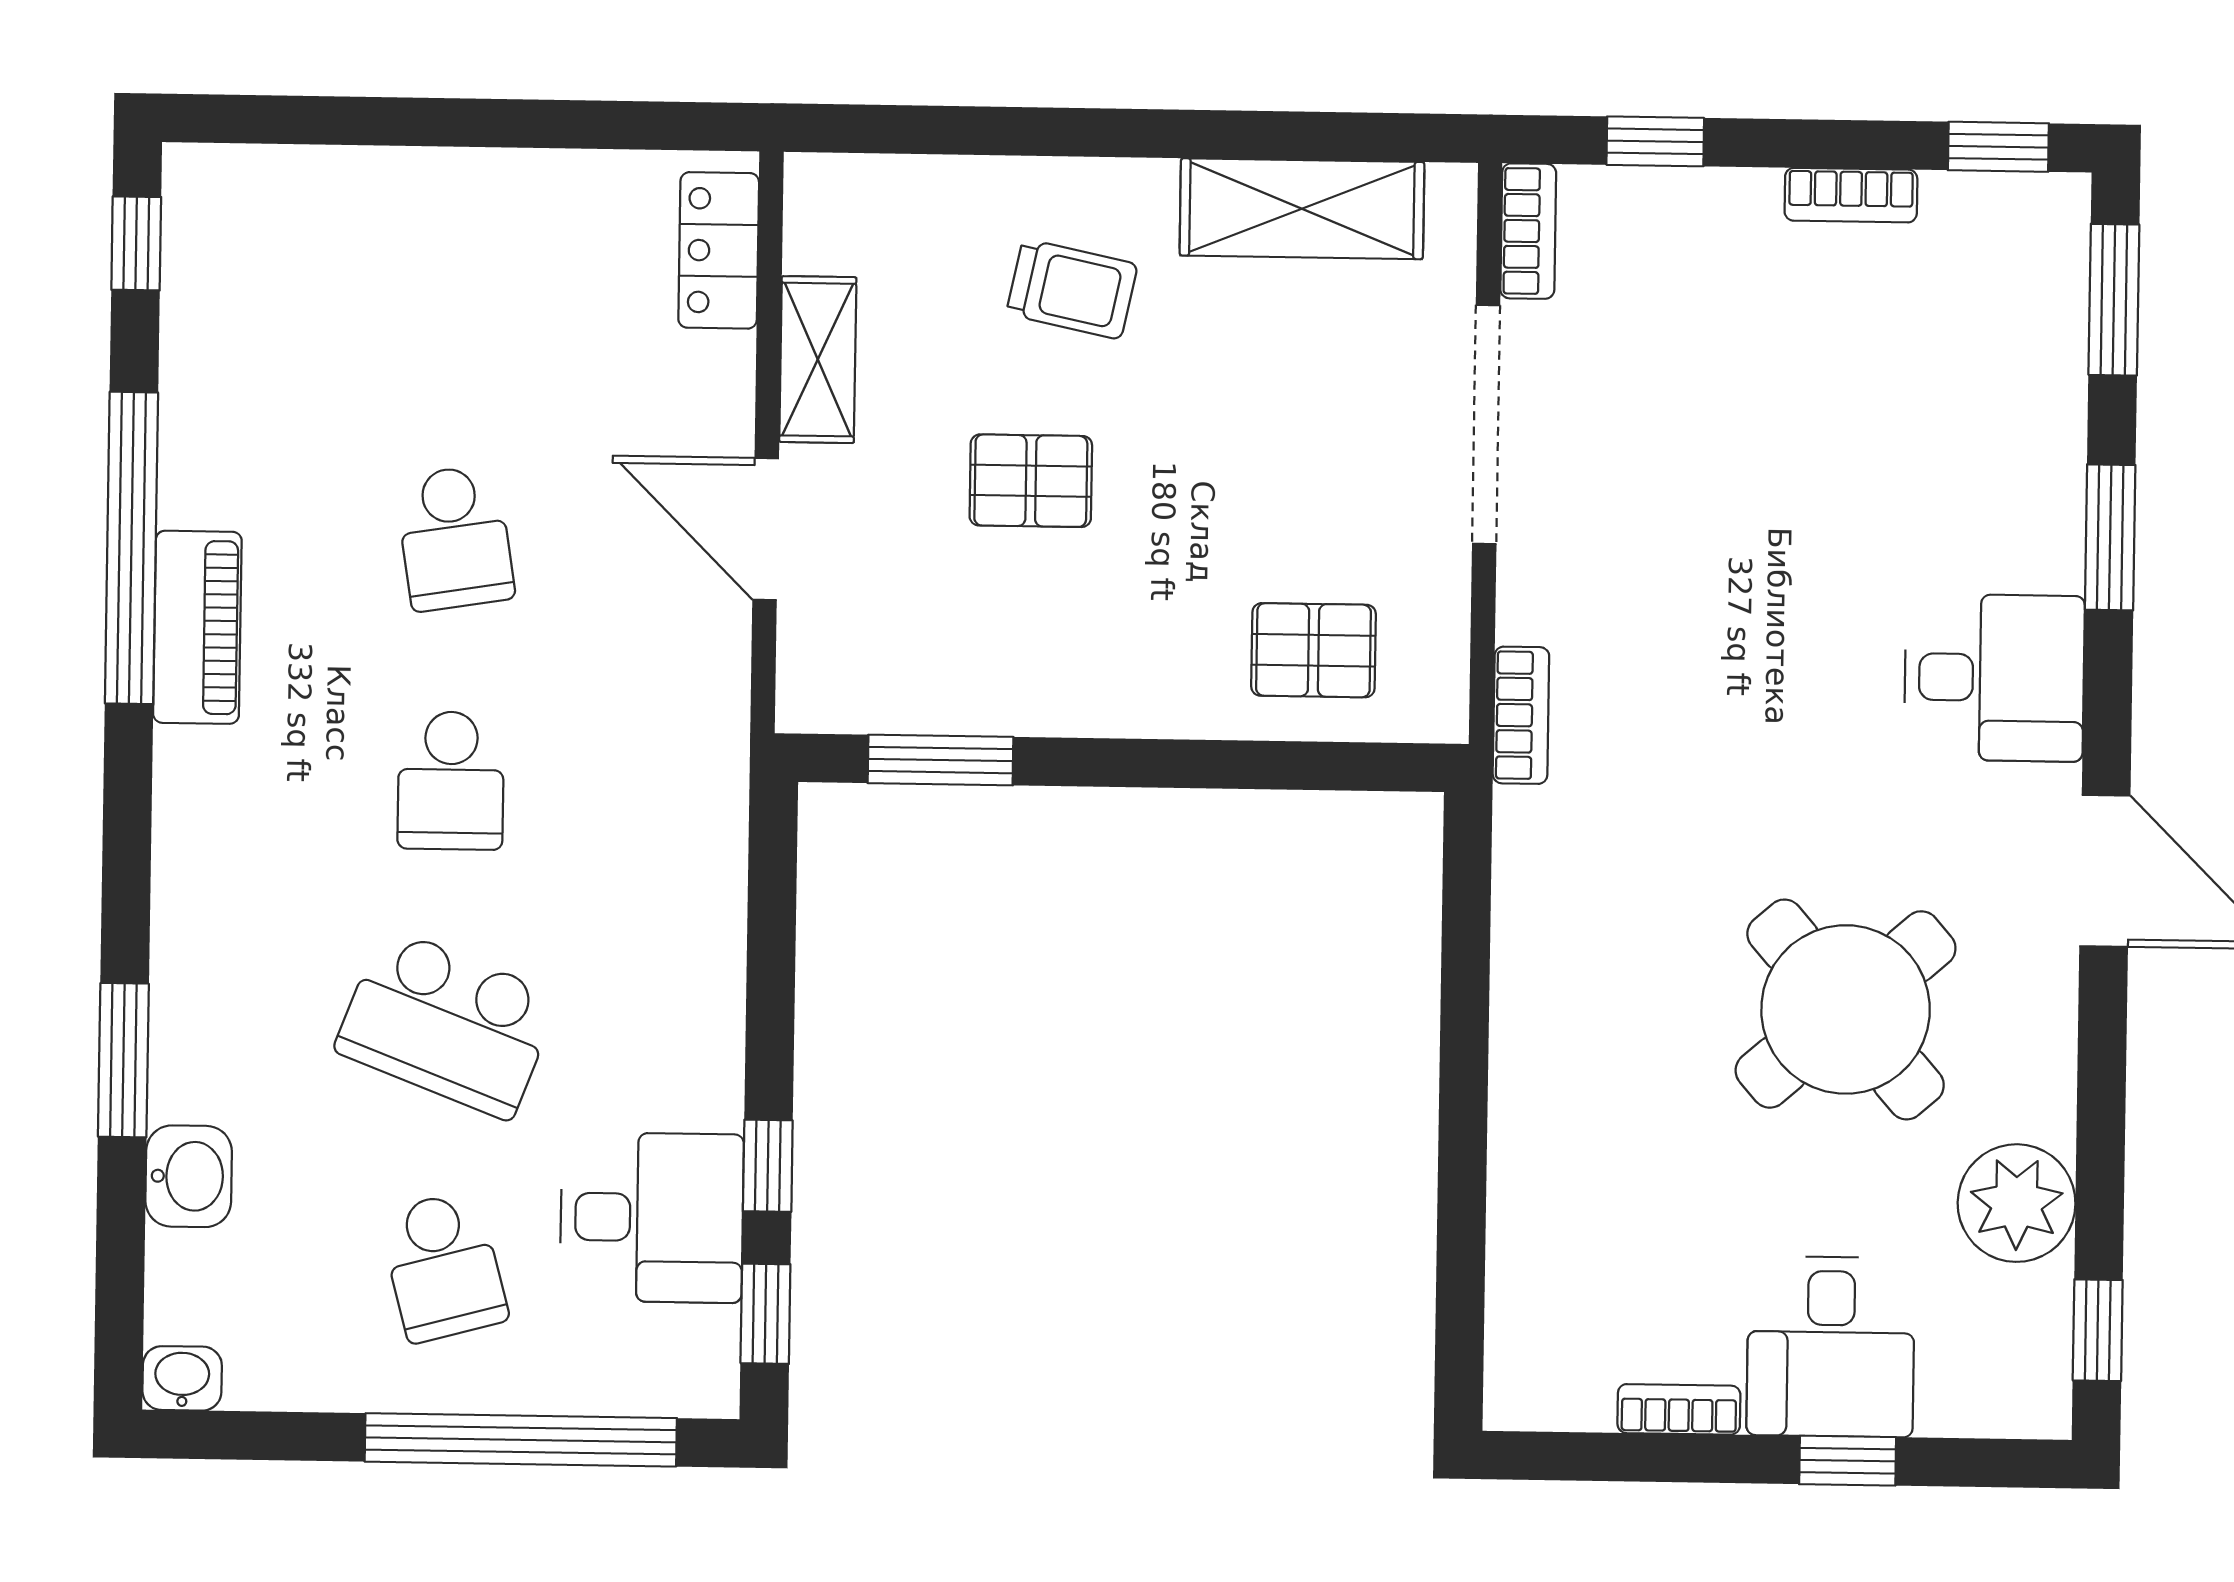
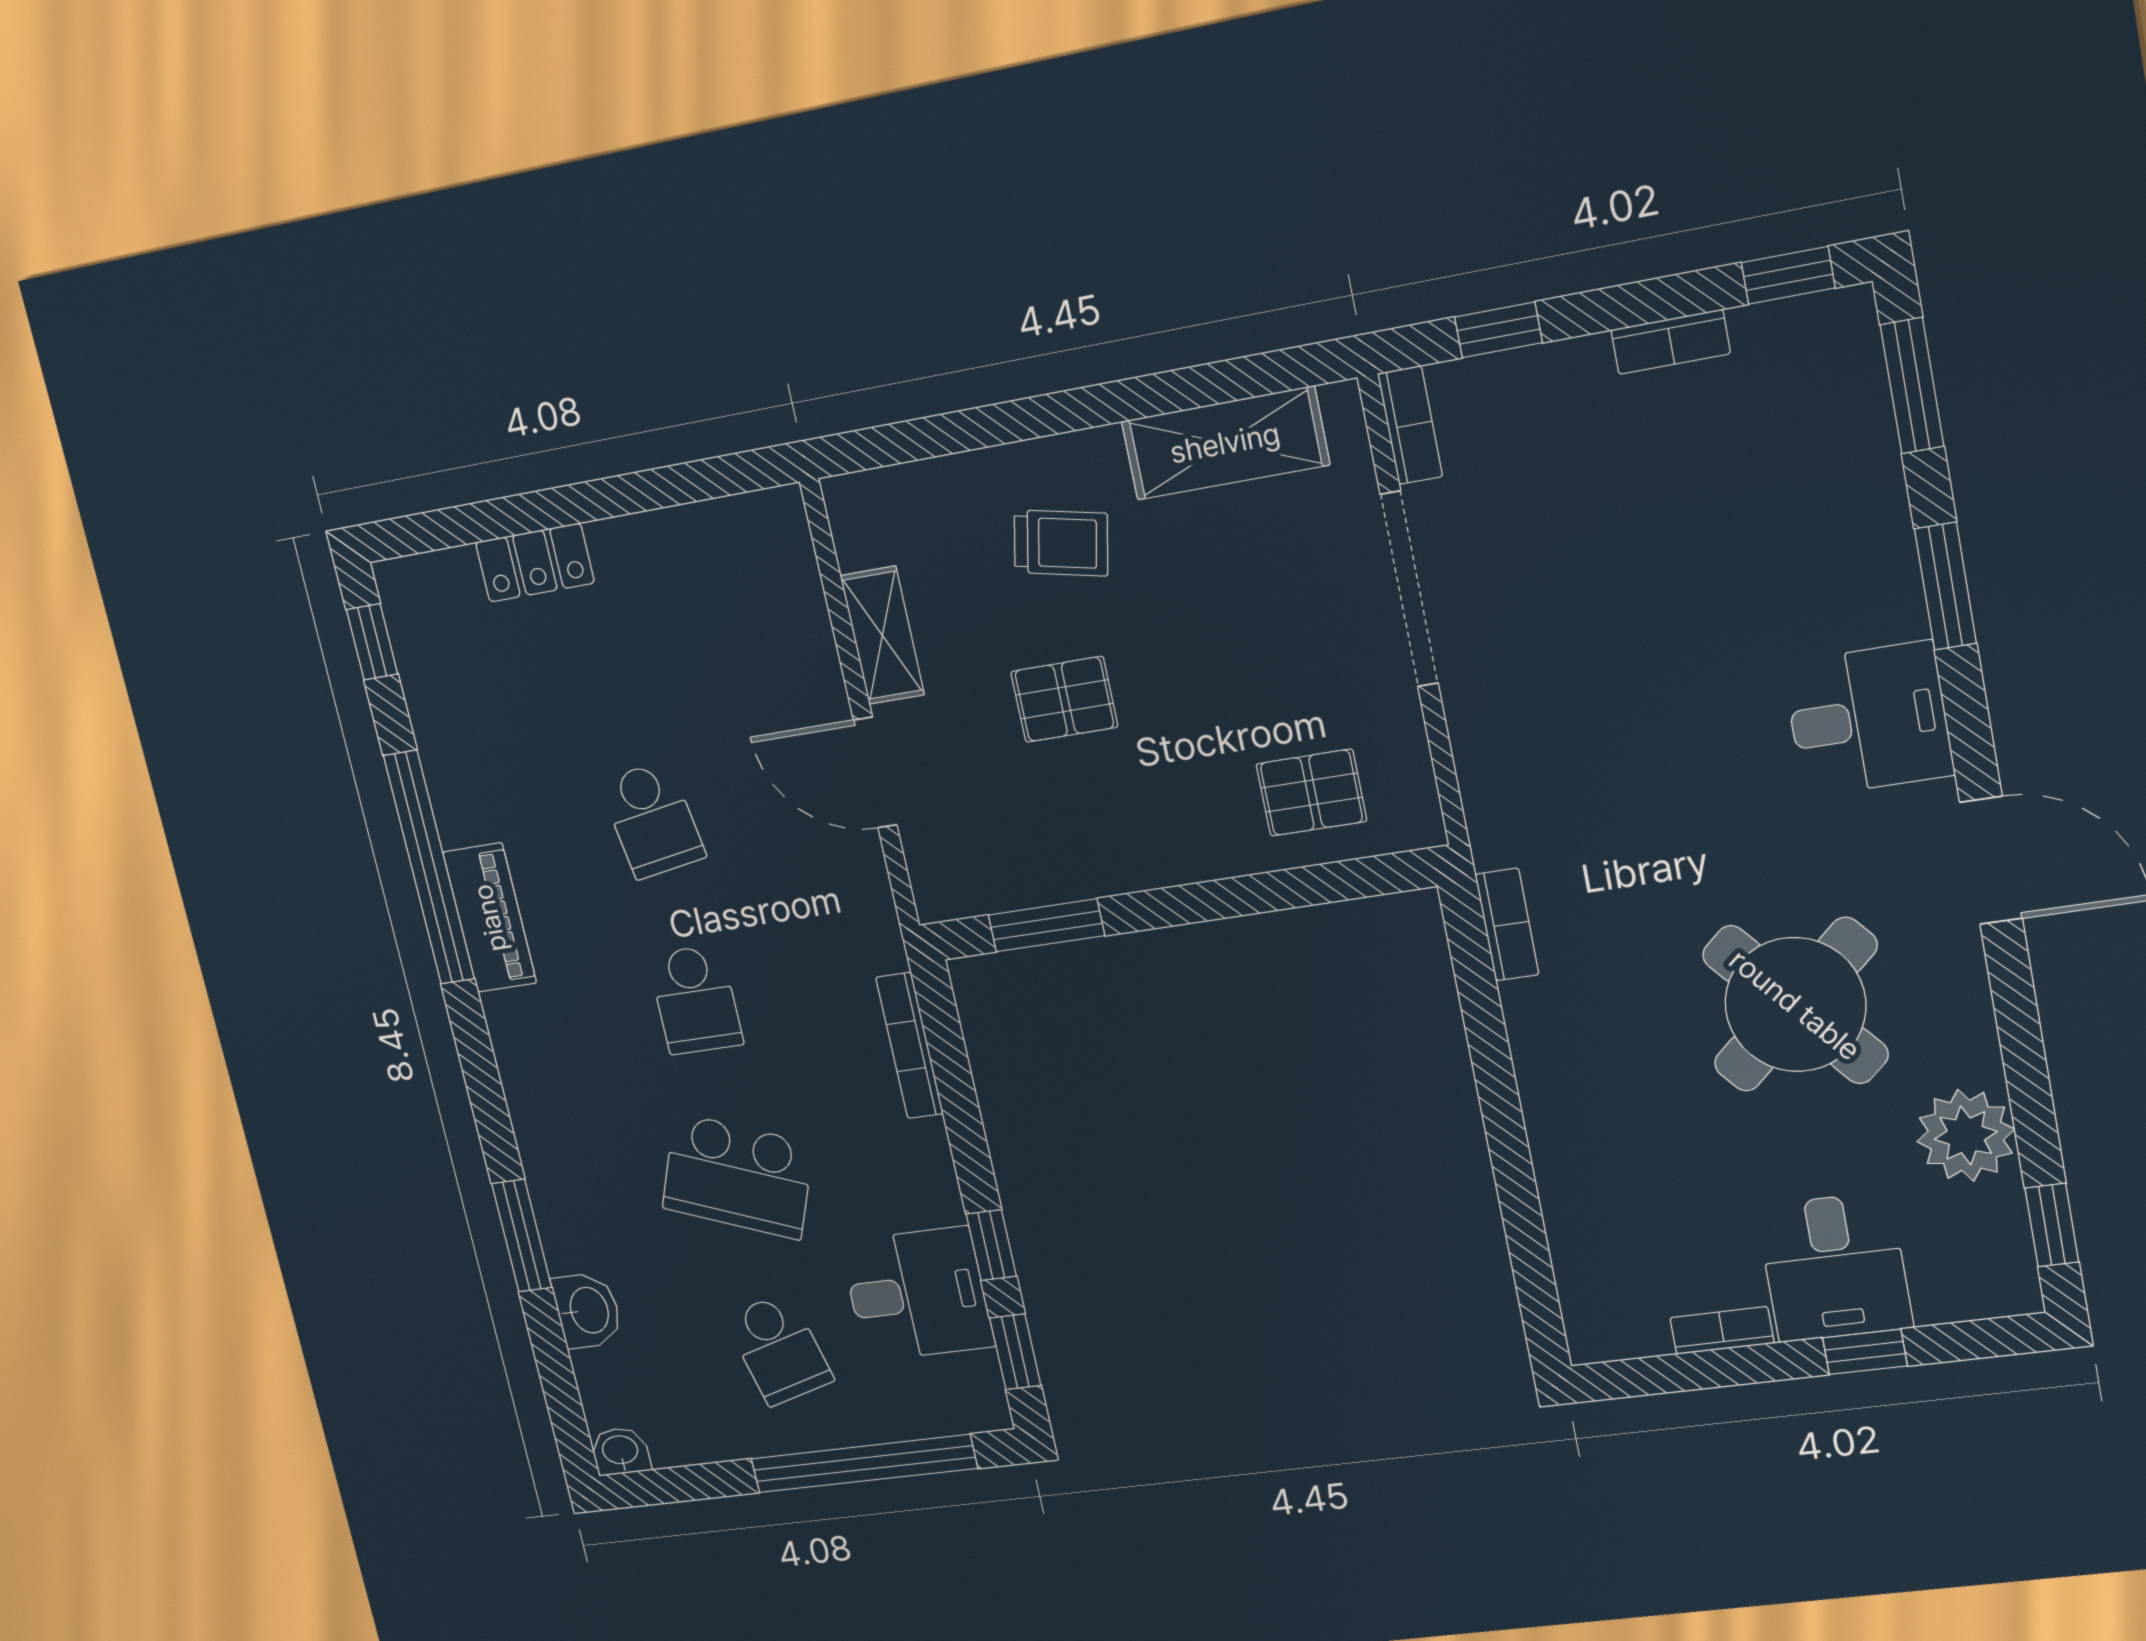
locker: (719, 250) -> (535, 563), moved, turned -90
bookcase: (1521, 715) -> (1507, 925), moved
bookcase: (723, 886) -> (910, 1046), added

